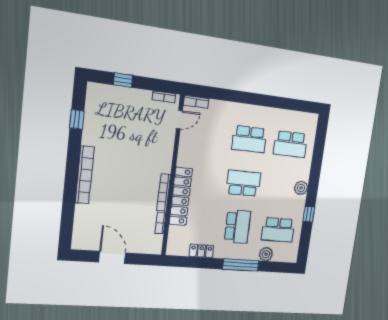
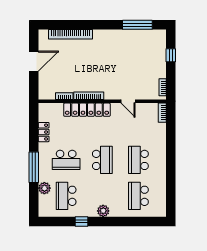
window: (77, 119) -> (137, 25), width x2.17
door: (179, 120) -> (128, 101), moved
bookcase: (85, 175) -> (70, 34), moved

